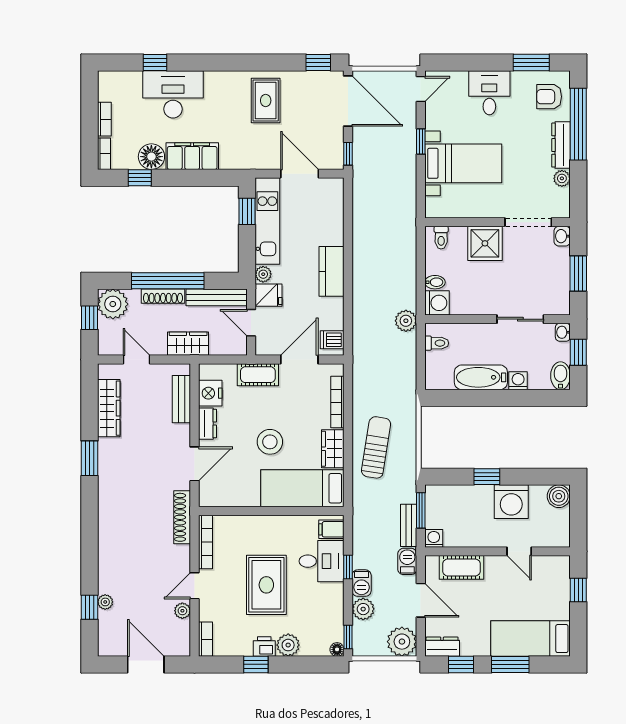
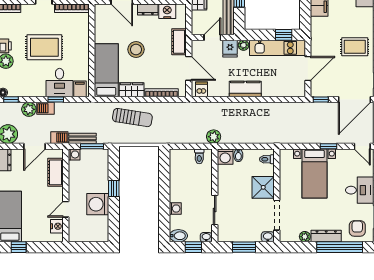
bathtub: (481, 377) -> (177, 185), removed
boiler: (559, 496) -> (101, 235), removed
nightstand: (546, 565) -> (57, 226), added
window: (578, 590) -> (19, 247), moved

